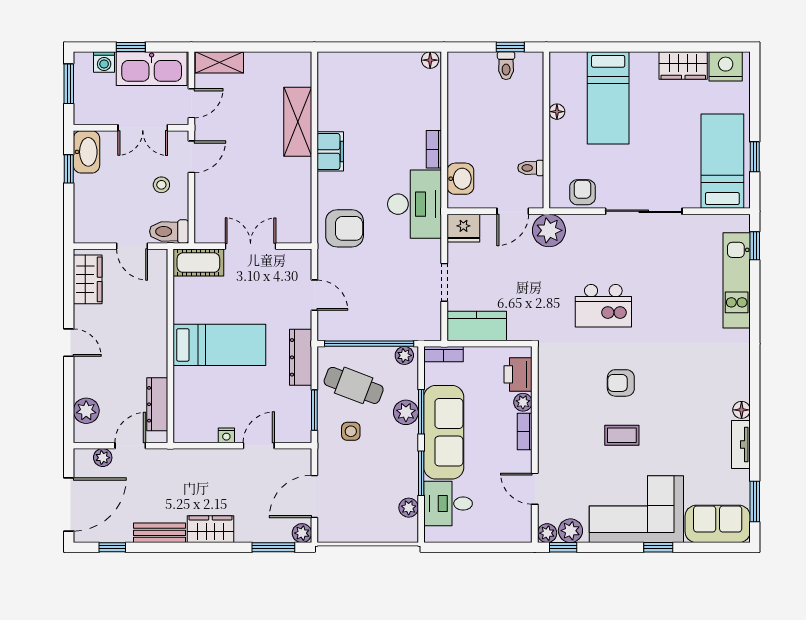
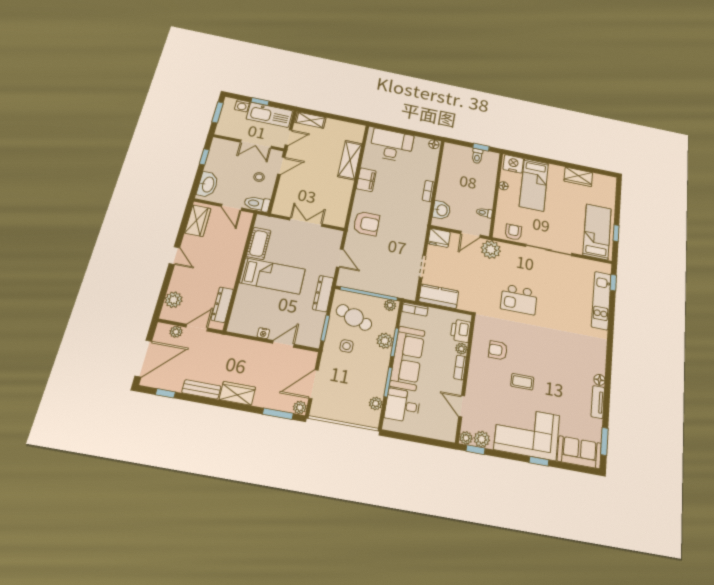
nightstand: (726, 66) -> (513, 164), moved
washbasin: (86, 152) -> (208, 184), moved
desk: (415, 204) -> (392, 145), moved, turned -90
cot: (198, 263) -> (259, 243), moved, turned 90
armchair: (621, 383) -> (498, 350), moved

